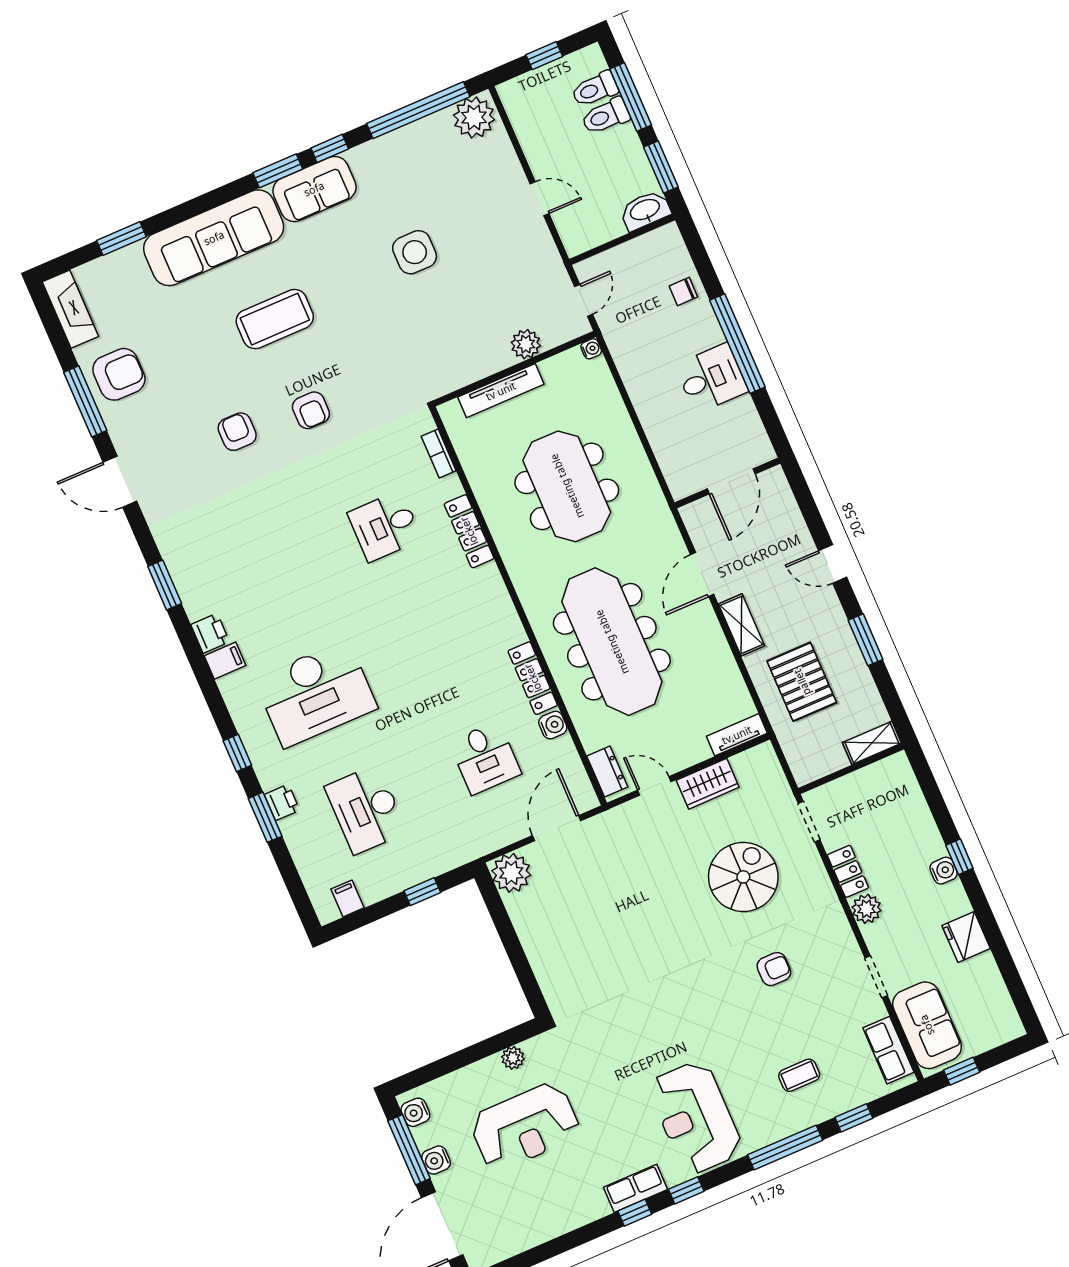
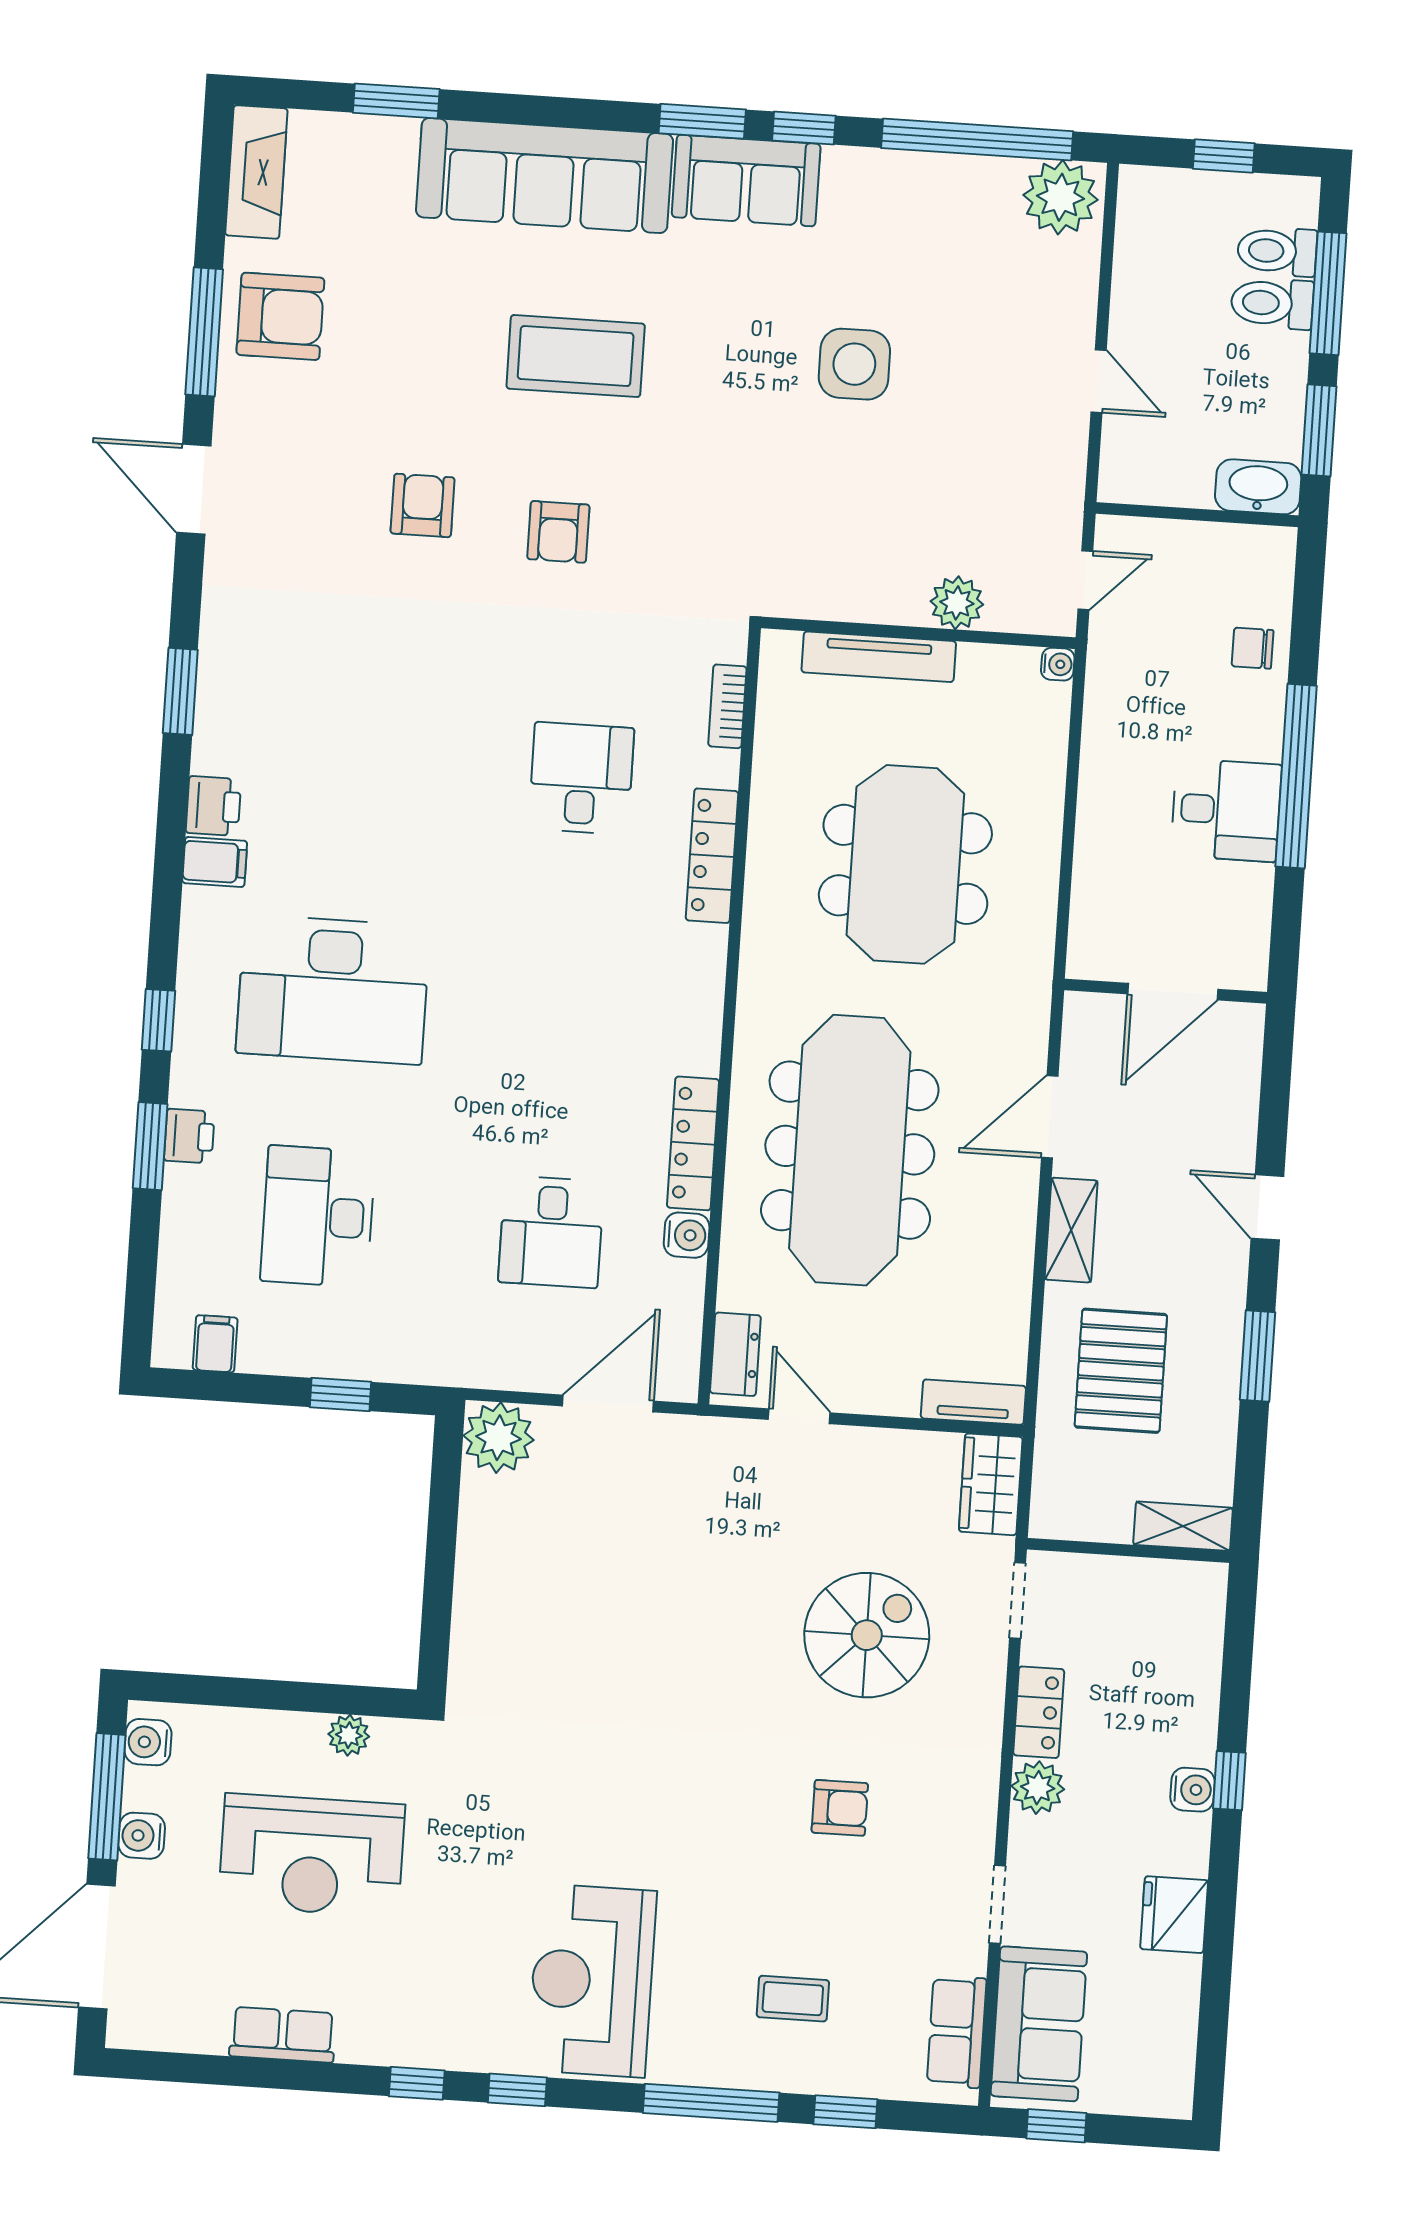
desk: (385, 526) -> (581, 778), turned 90
wardrobe: (708, 784) -> (991, 1484), moved, turned 90
row of seats: (635, 1188) -> (283, 2035), moved

